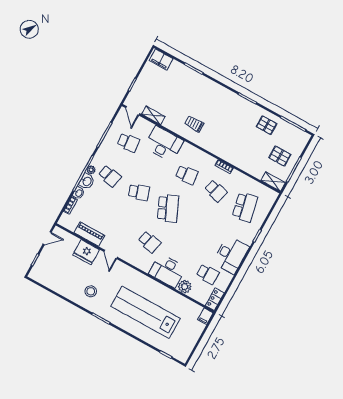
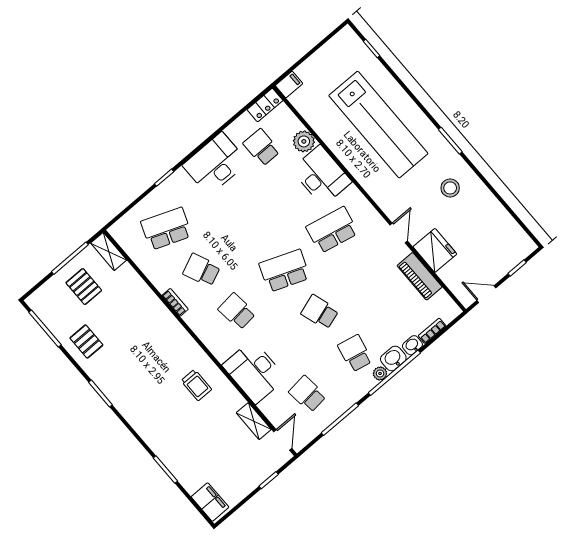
school desk: (216, 191) -> (202, 270), turned -39
school desk: (245, 207) -> (166, 229), turned 33
school desk: (168, 208) -> (285, 271), turned 45
school desk: (149, 242) -> (332, 230), width x1.85

